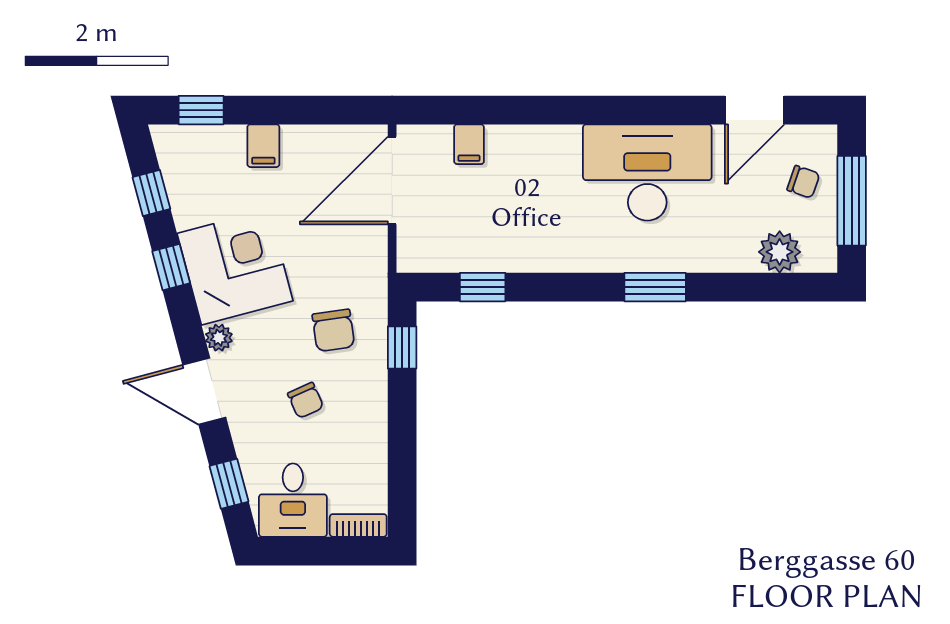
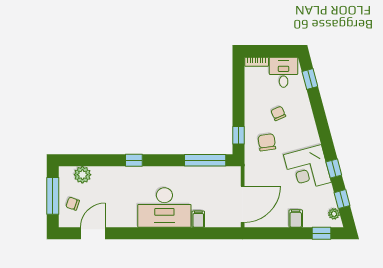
filing cabinet: (469, 144) -> (198, 219), moved
desk: (647, 172) -> (164, 208), moved
window: (483, 287) -> (205, 160), width x2.17
window: (655, 287) -> (134, 160), width x0.67
plant: (219, 338) -> (334, 214), moved
door: (204, 391) -> (320, 117), removed

